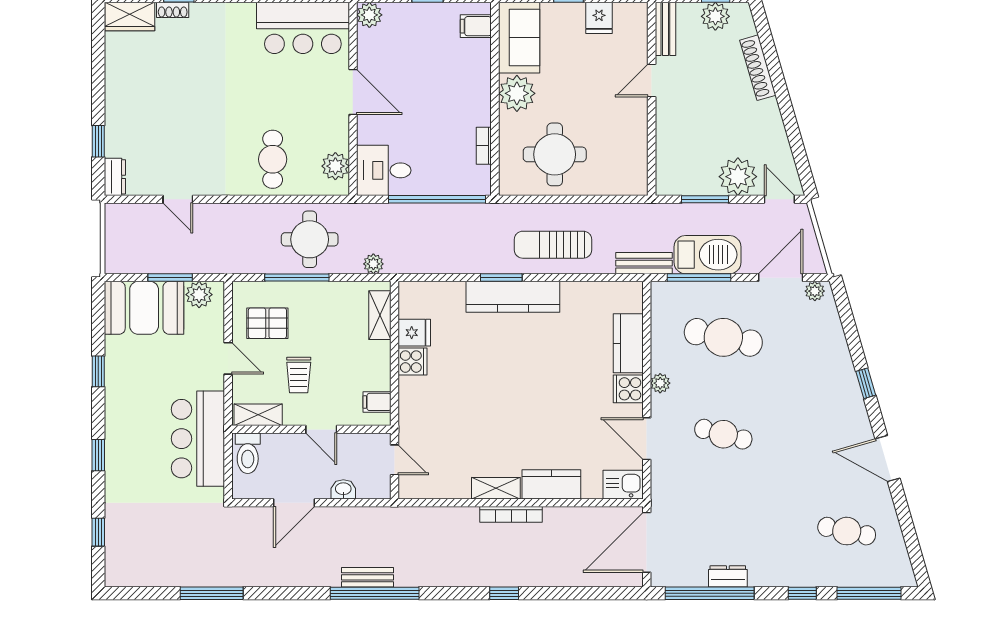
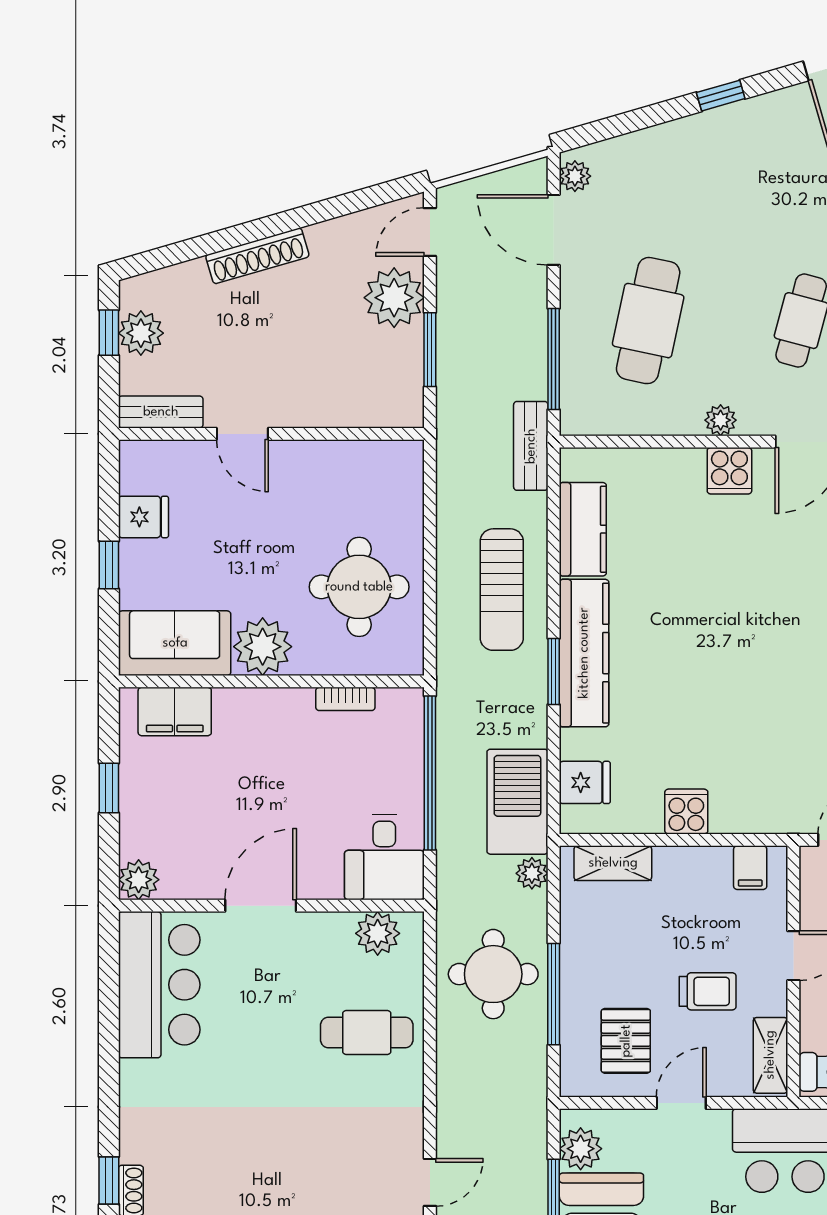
filing cabinet: (476, 26) -> (175, 711), width x2.00
shoe rack: (758, 68) -> (257, 256), moved
barbecue: (708, 255) -> (517, 802), moved
fridge: (414, 333) -> (585, 782), moved, turned 90
kitchen counter: (628, 343) -> (583, 529), moved, turned -90

